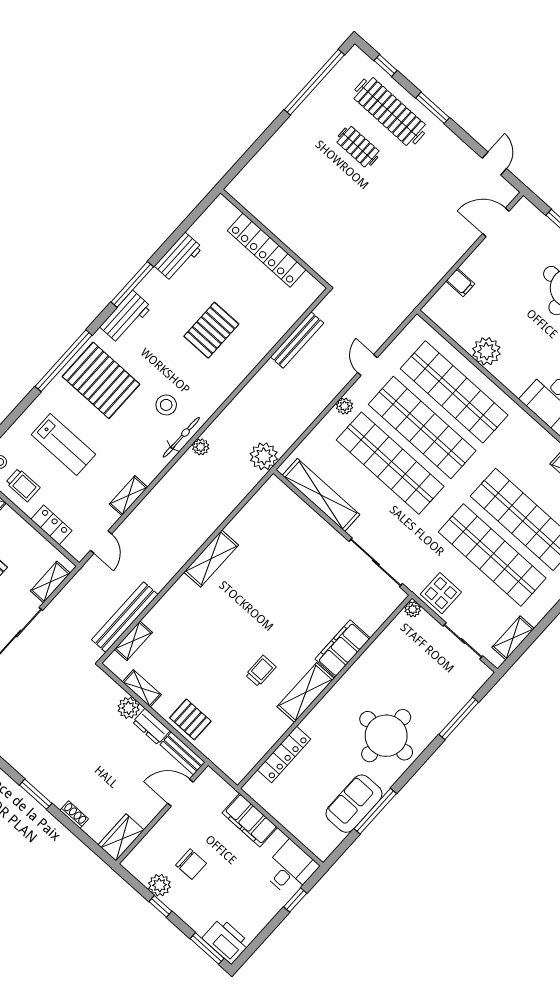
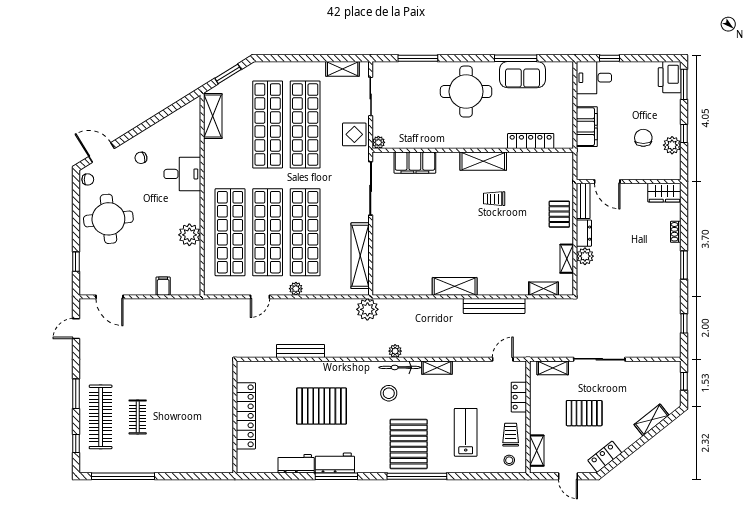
workbench: (125, 317) -> (335, 463), moved
pallet: (211, 330) -> (322, 406), width x1.37, depth x1.41
bench: (297, 340) -> (300, 351), moved
shelving: (128, 496) -> (437, 368), moved
bench: (125, 617) -> (494, 306), moved
filing cabinet: (343, 648) -> (415, 163), moved

